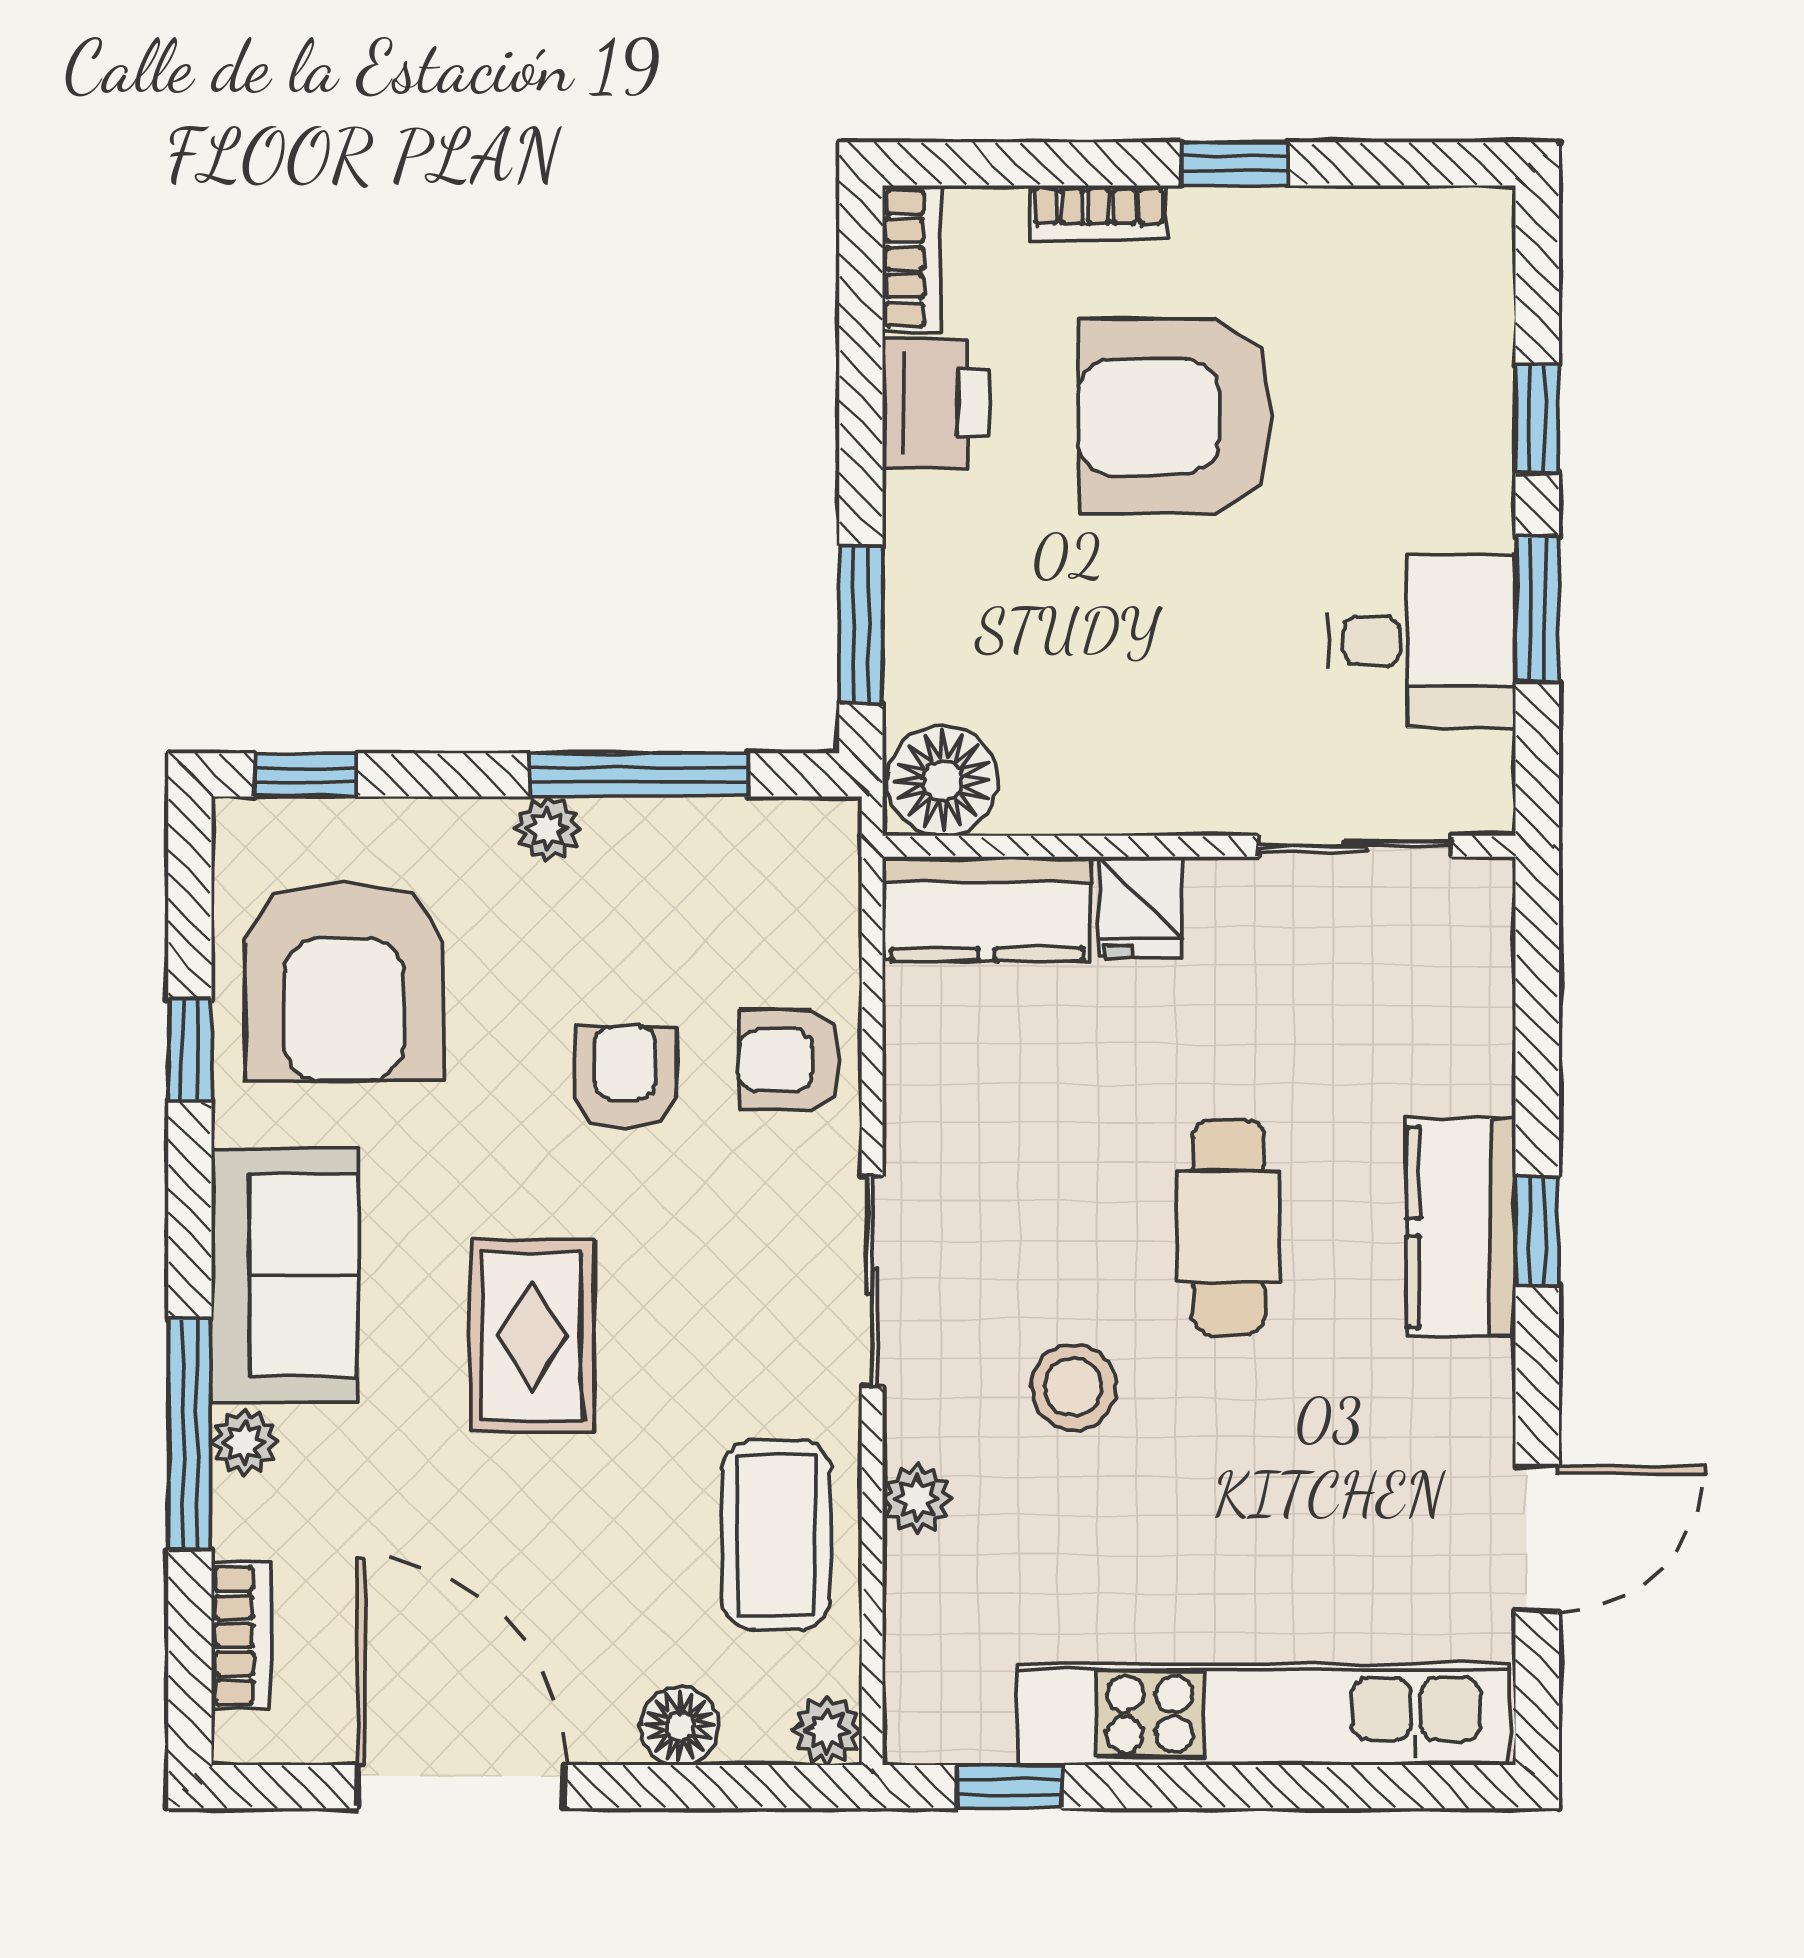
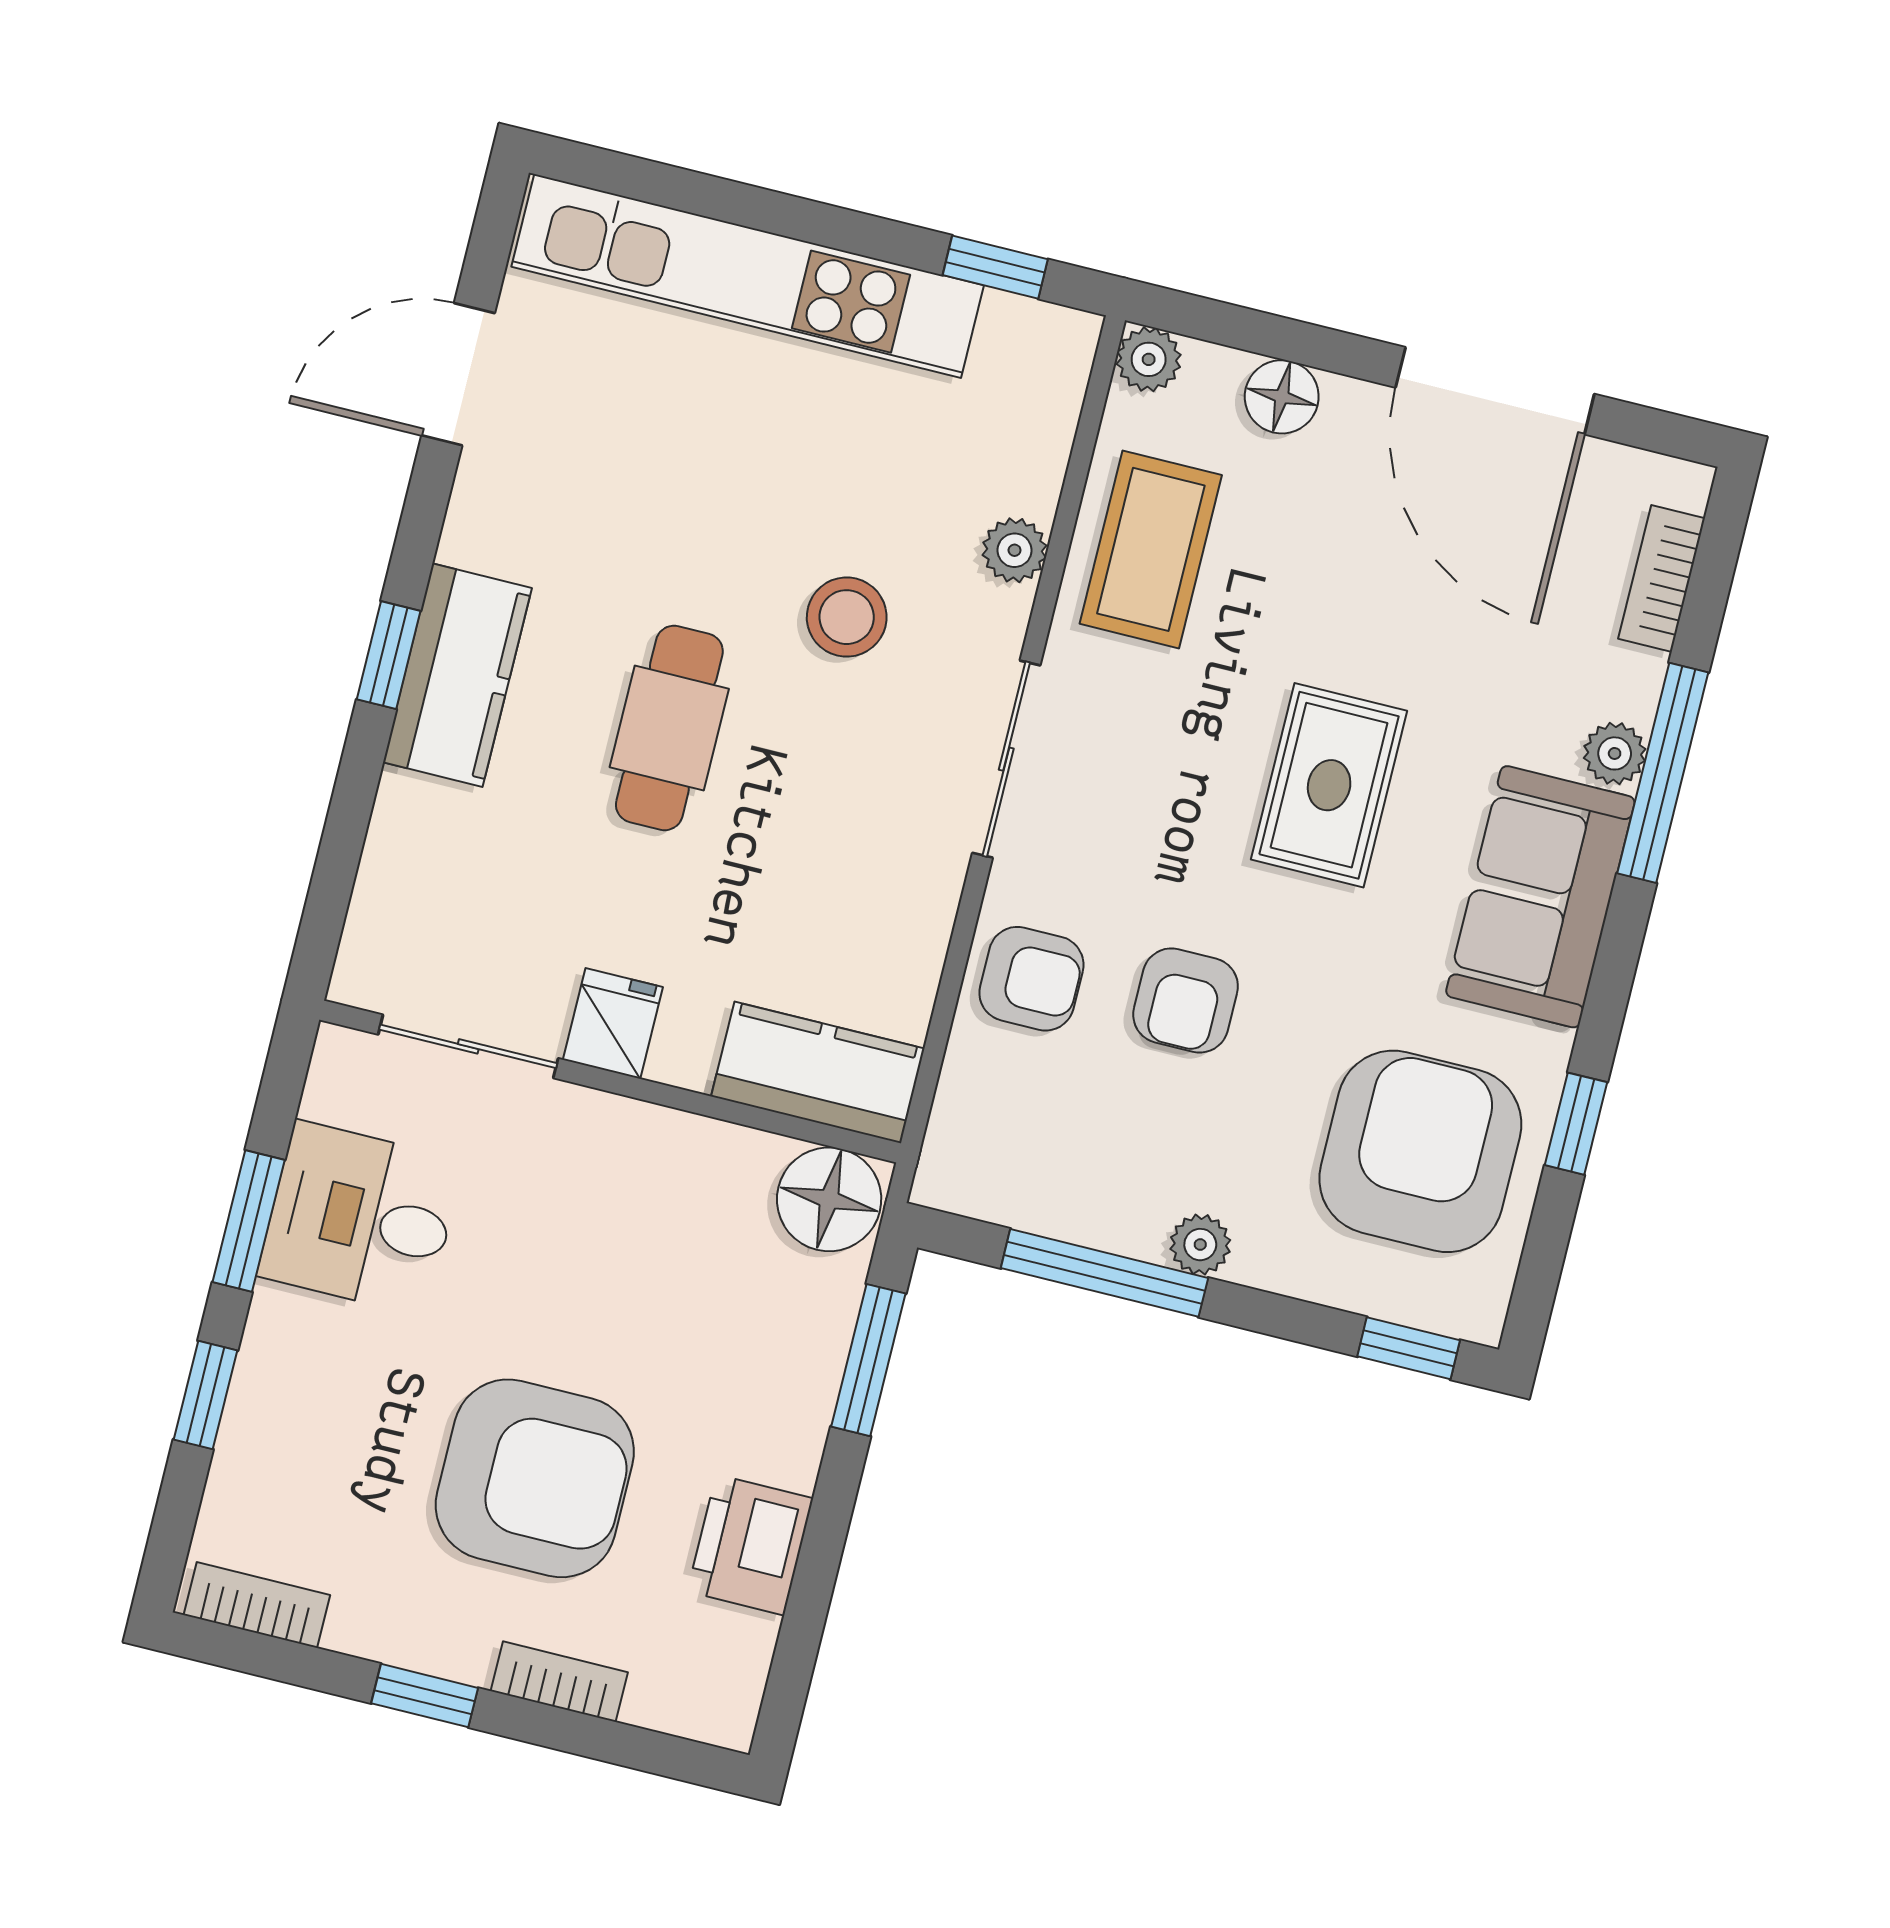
bookcase: (912, 259) -> (257, 1605), moved, turned 90
fridge: (1140, 907) -> (613, 1023), moved

